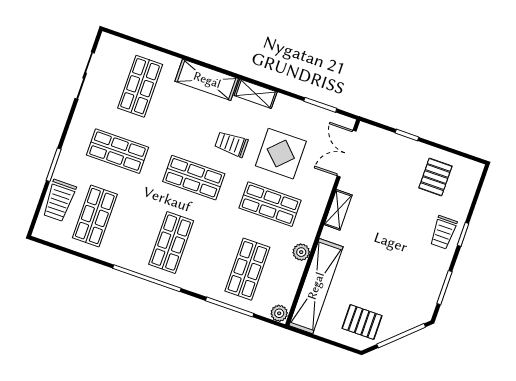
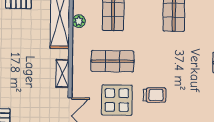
shop shelf: (194, 178) -> (173, 62), removed
plant: (301, 252) -> (79, 21), moved

